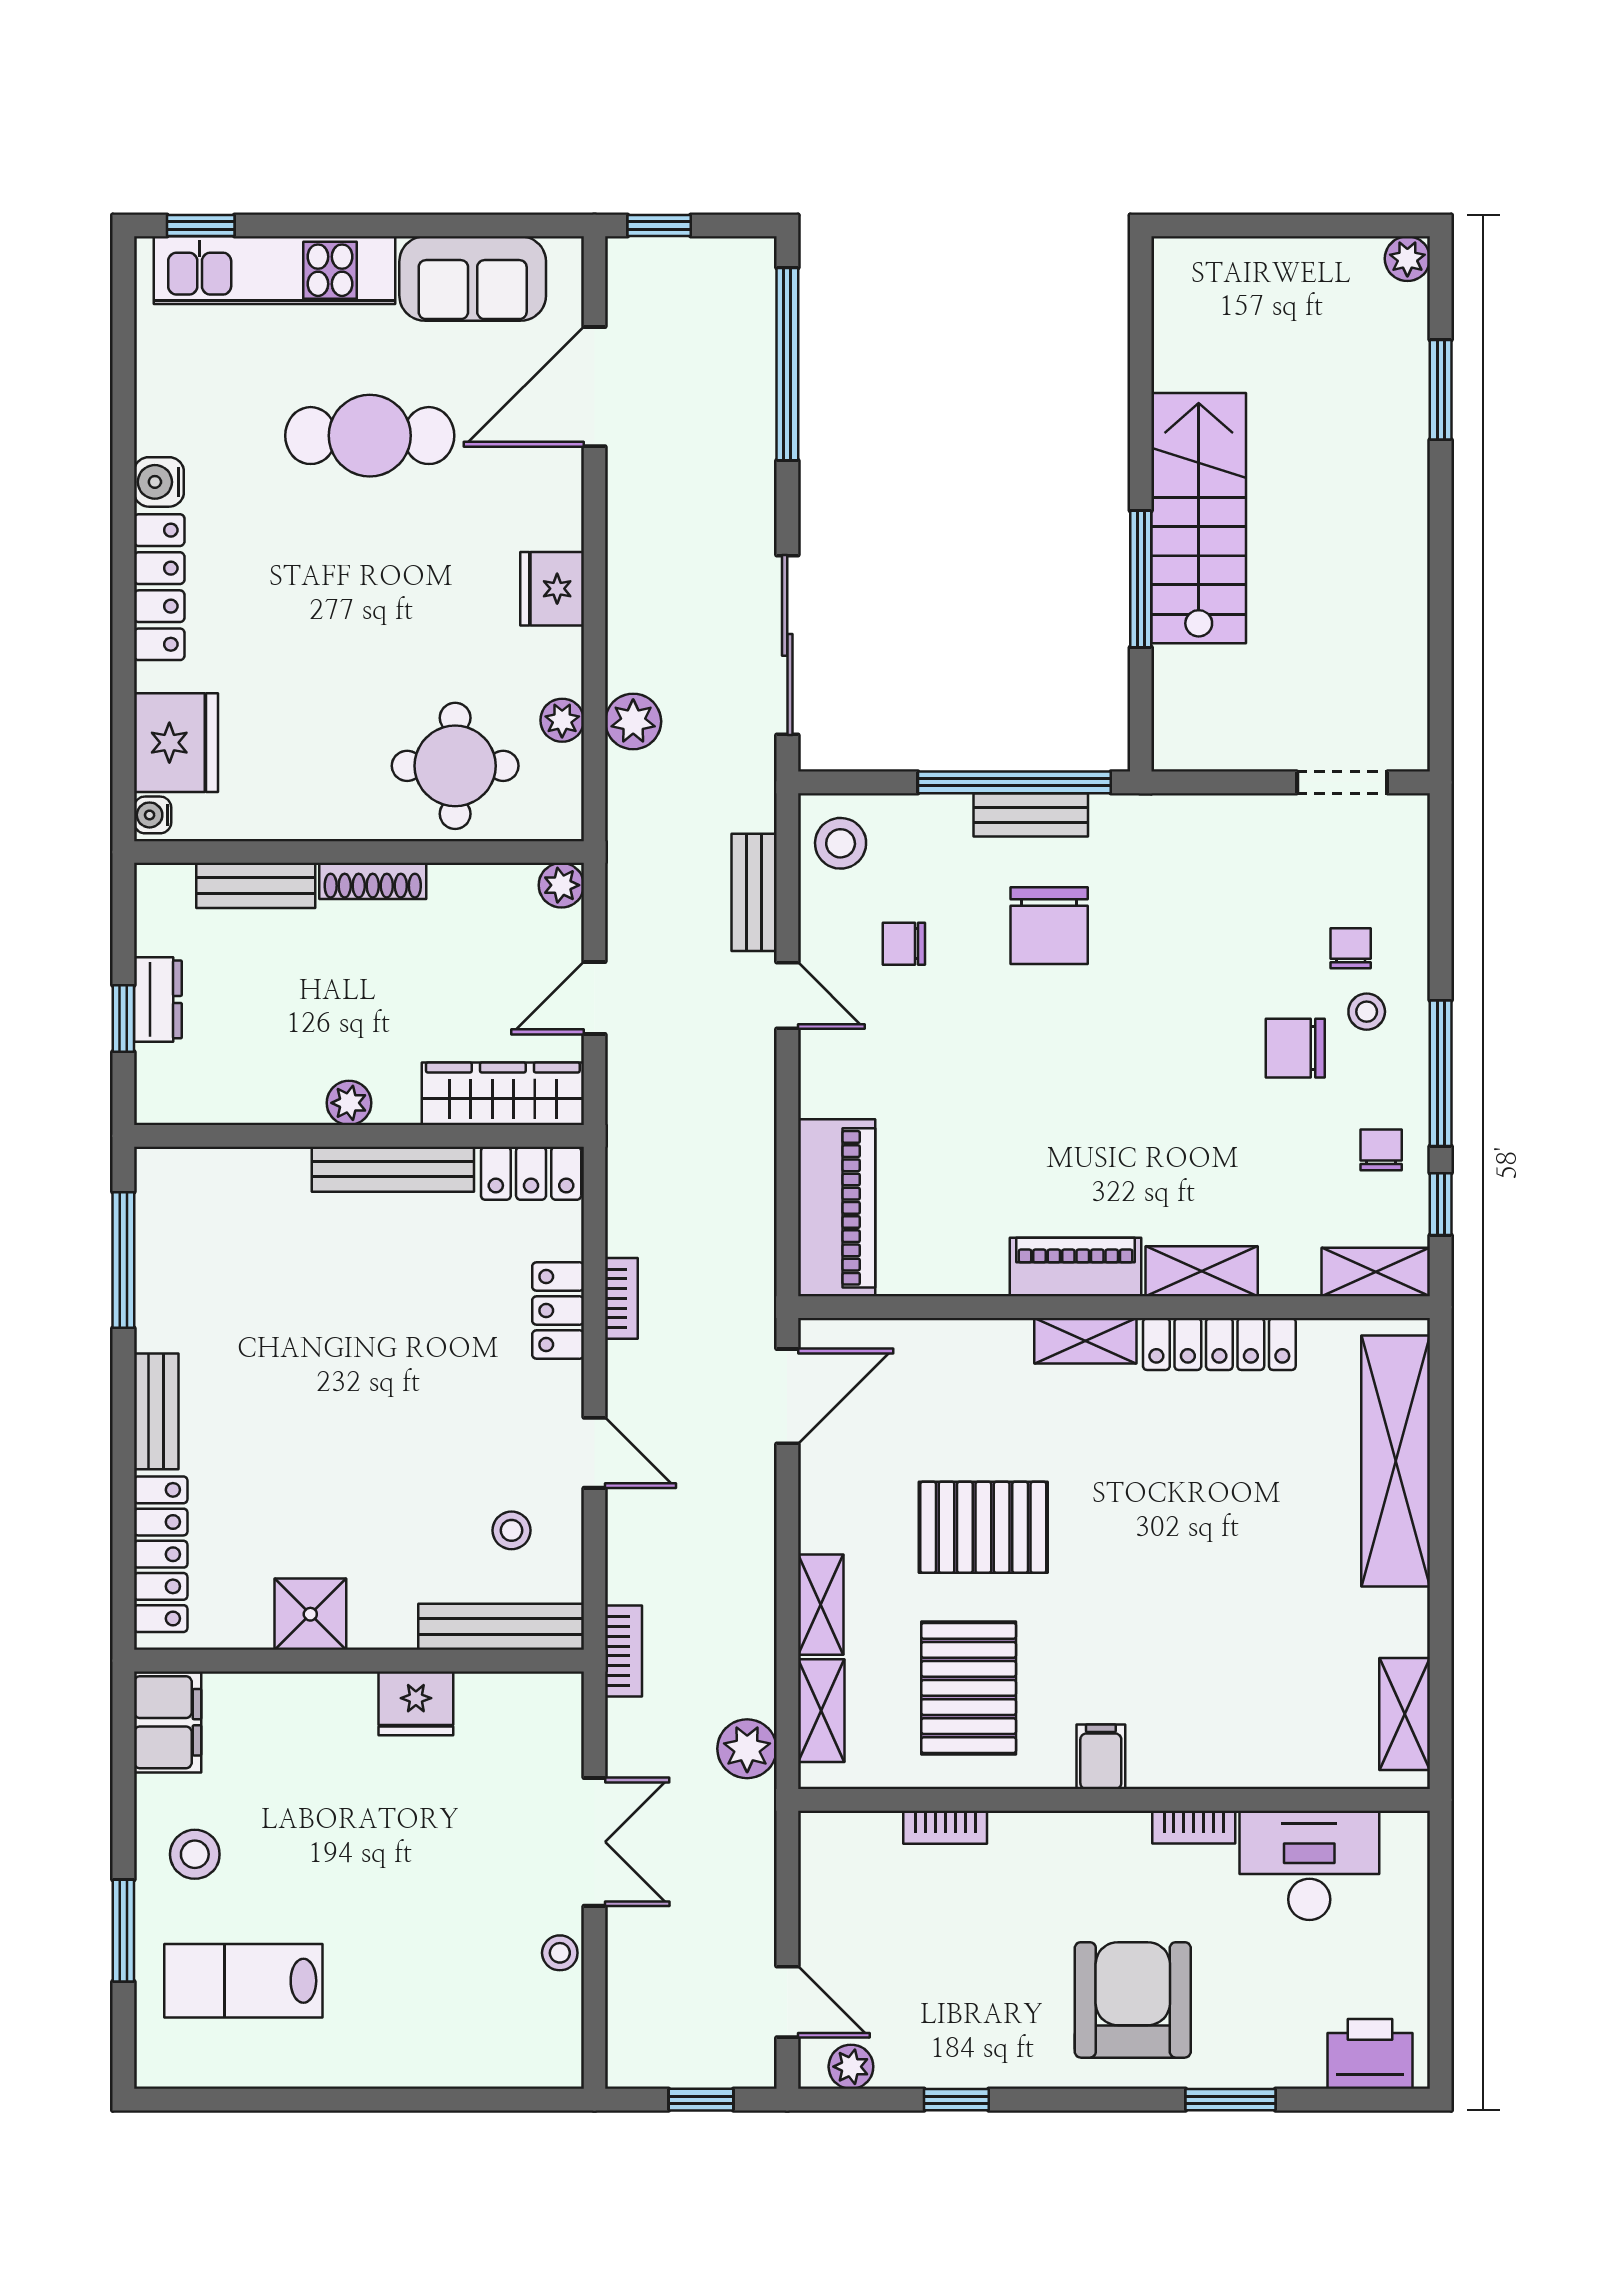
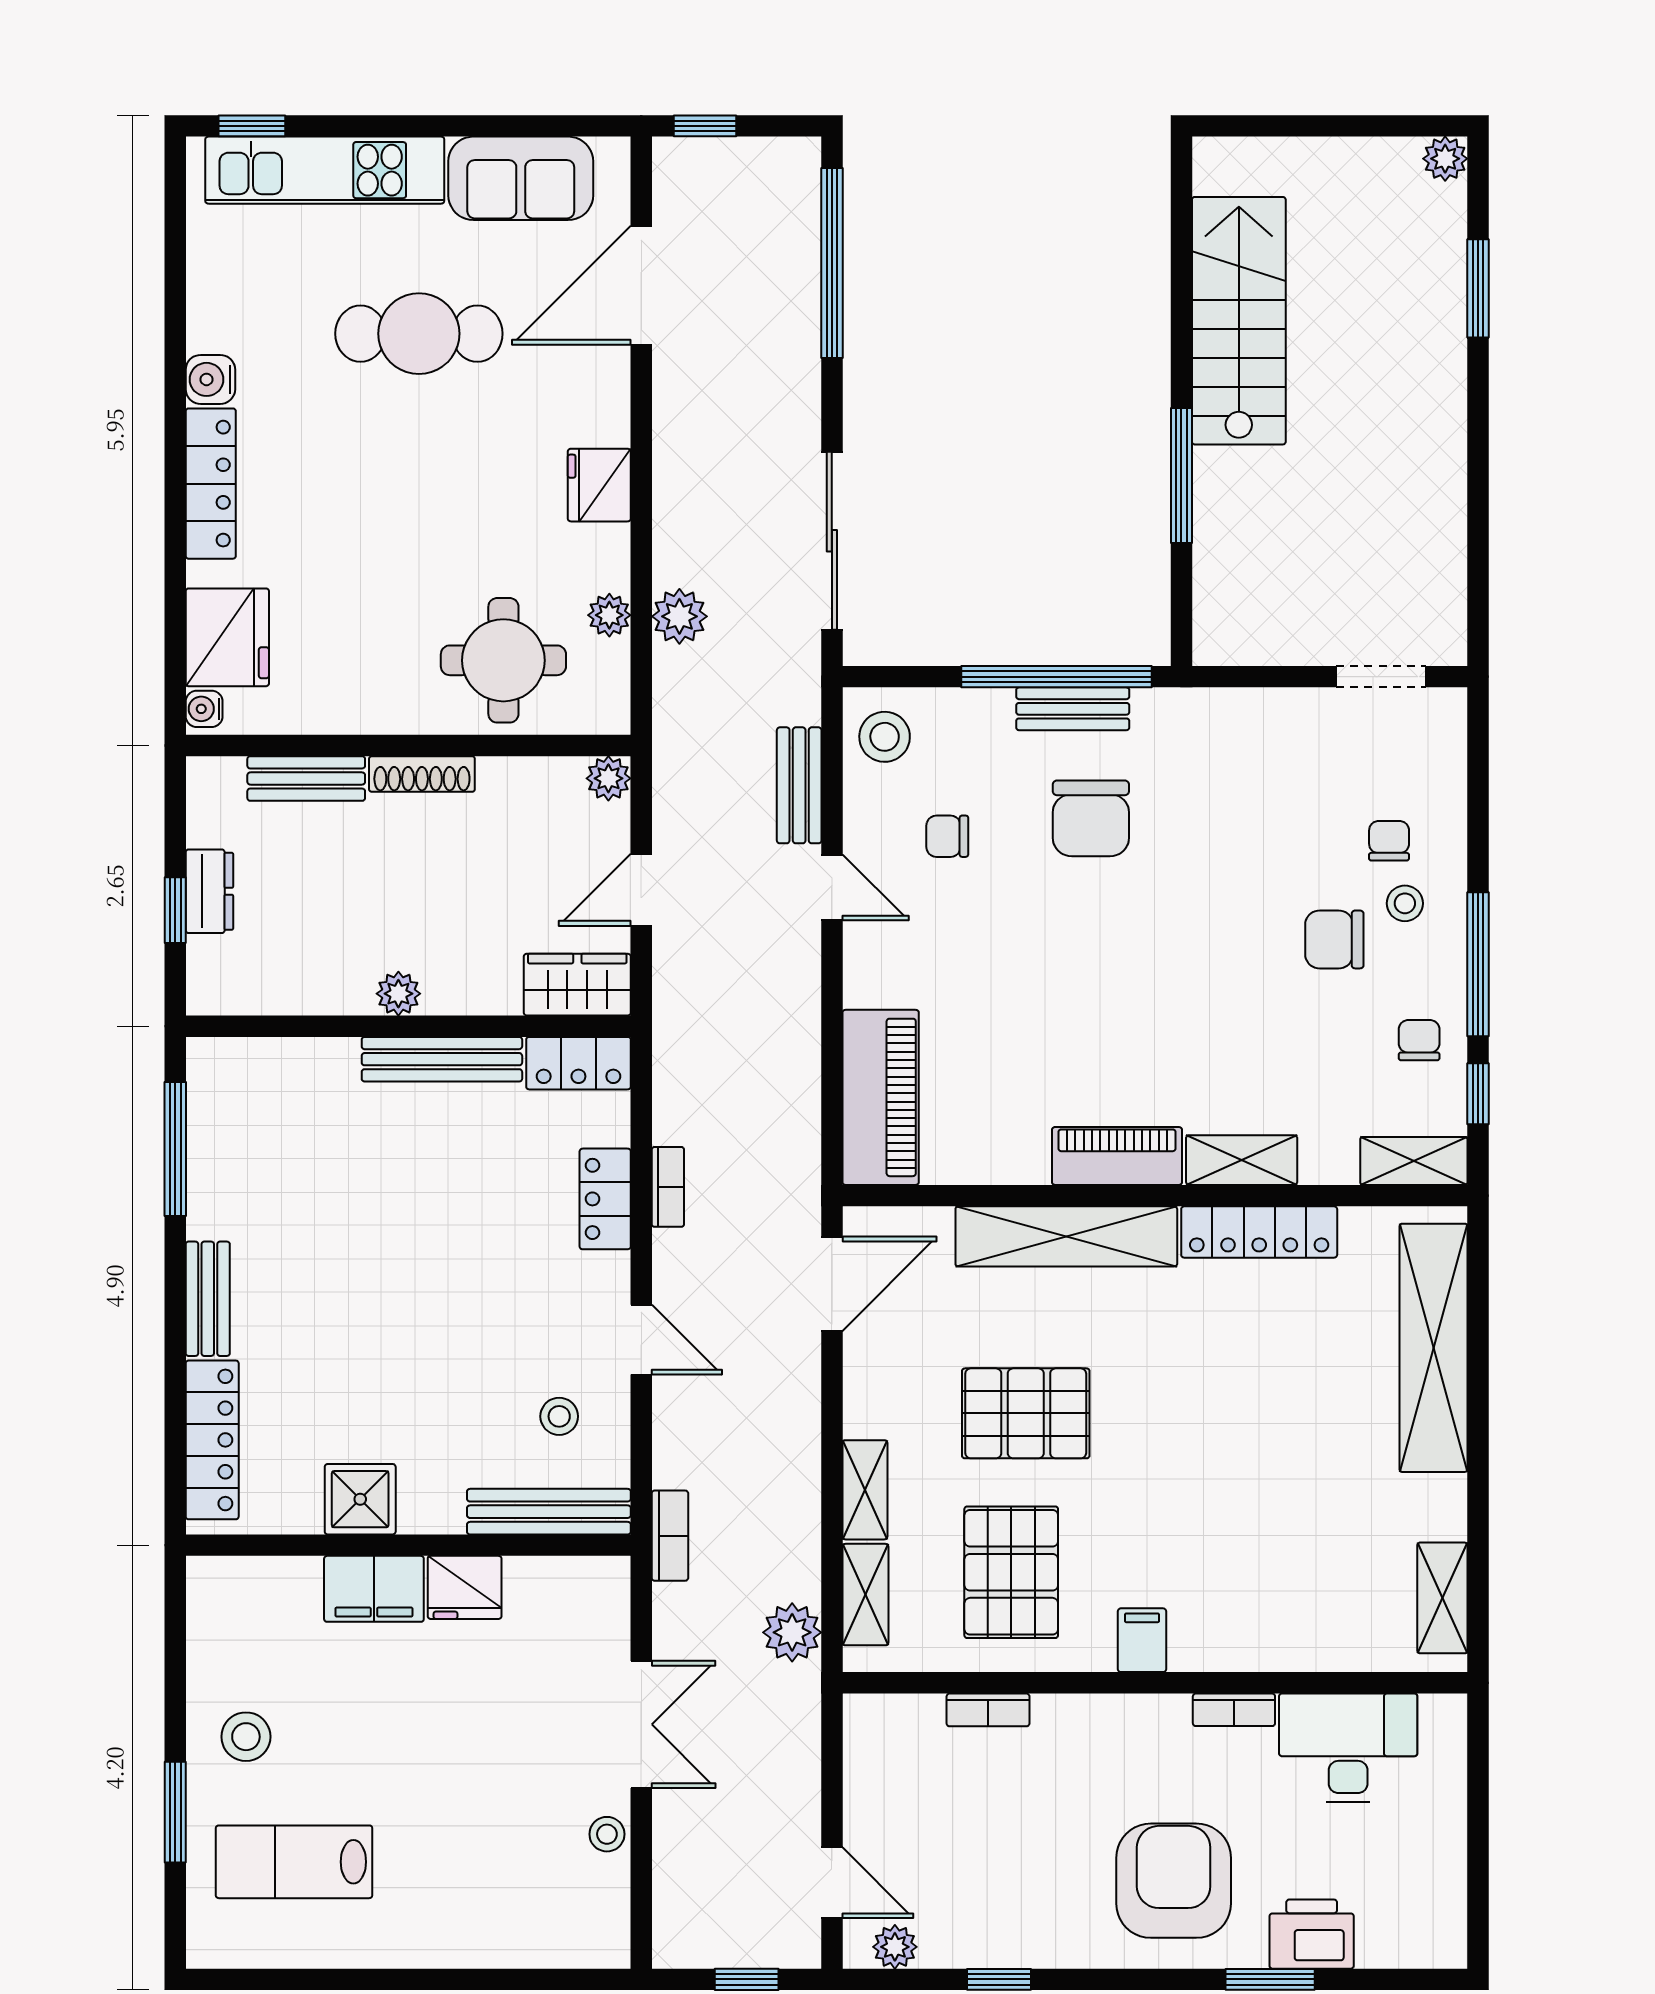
stairs: (1199, 518) -> (1239, 321), moved
wardrobe: (503, 1094) -> (577, 985), width x0.67
shelving: (1085, 1341) -> (1066, 1236), width x2.20, depth x1.33
filing cabinet: (168, 1722) -> (374, 1589), moved, turned 90
printer: (1370, 2054) -> (1312, 1934), moved

